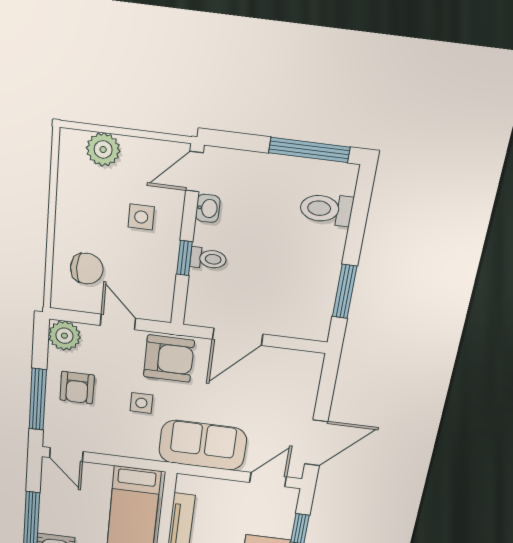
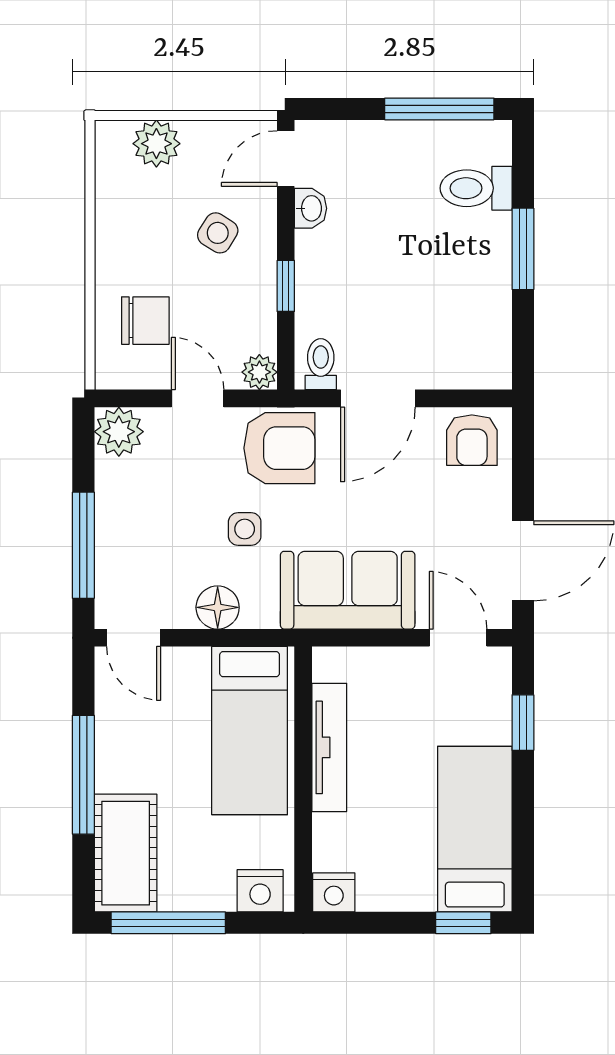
side table: (141, 217) -> (218, 233), turned 32
toilet: (208, 259) -> (321, 364), moved, turned -90
window: (345, 291) -> (523, 249), moved
plant: (161, 311) -> (259, 372), added
armchair: (77, 388) -> (472, 440), moved
floor lamp: (120, 445) -> (218, 607), added
door: (268, 480) -> (458, 638), hinge flipped

